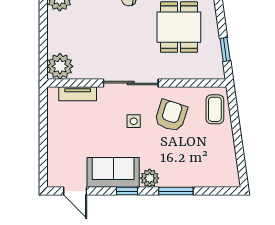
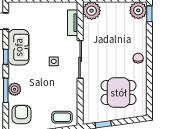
armchair: (171, 116) -> (21, 114), moved, turned -108
plant: (150, 178) -> (15, 89), moved

